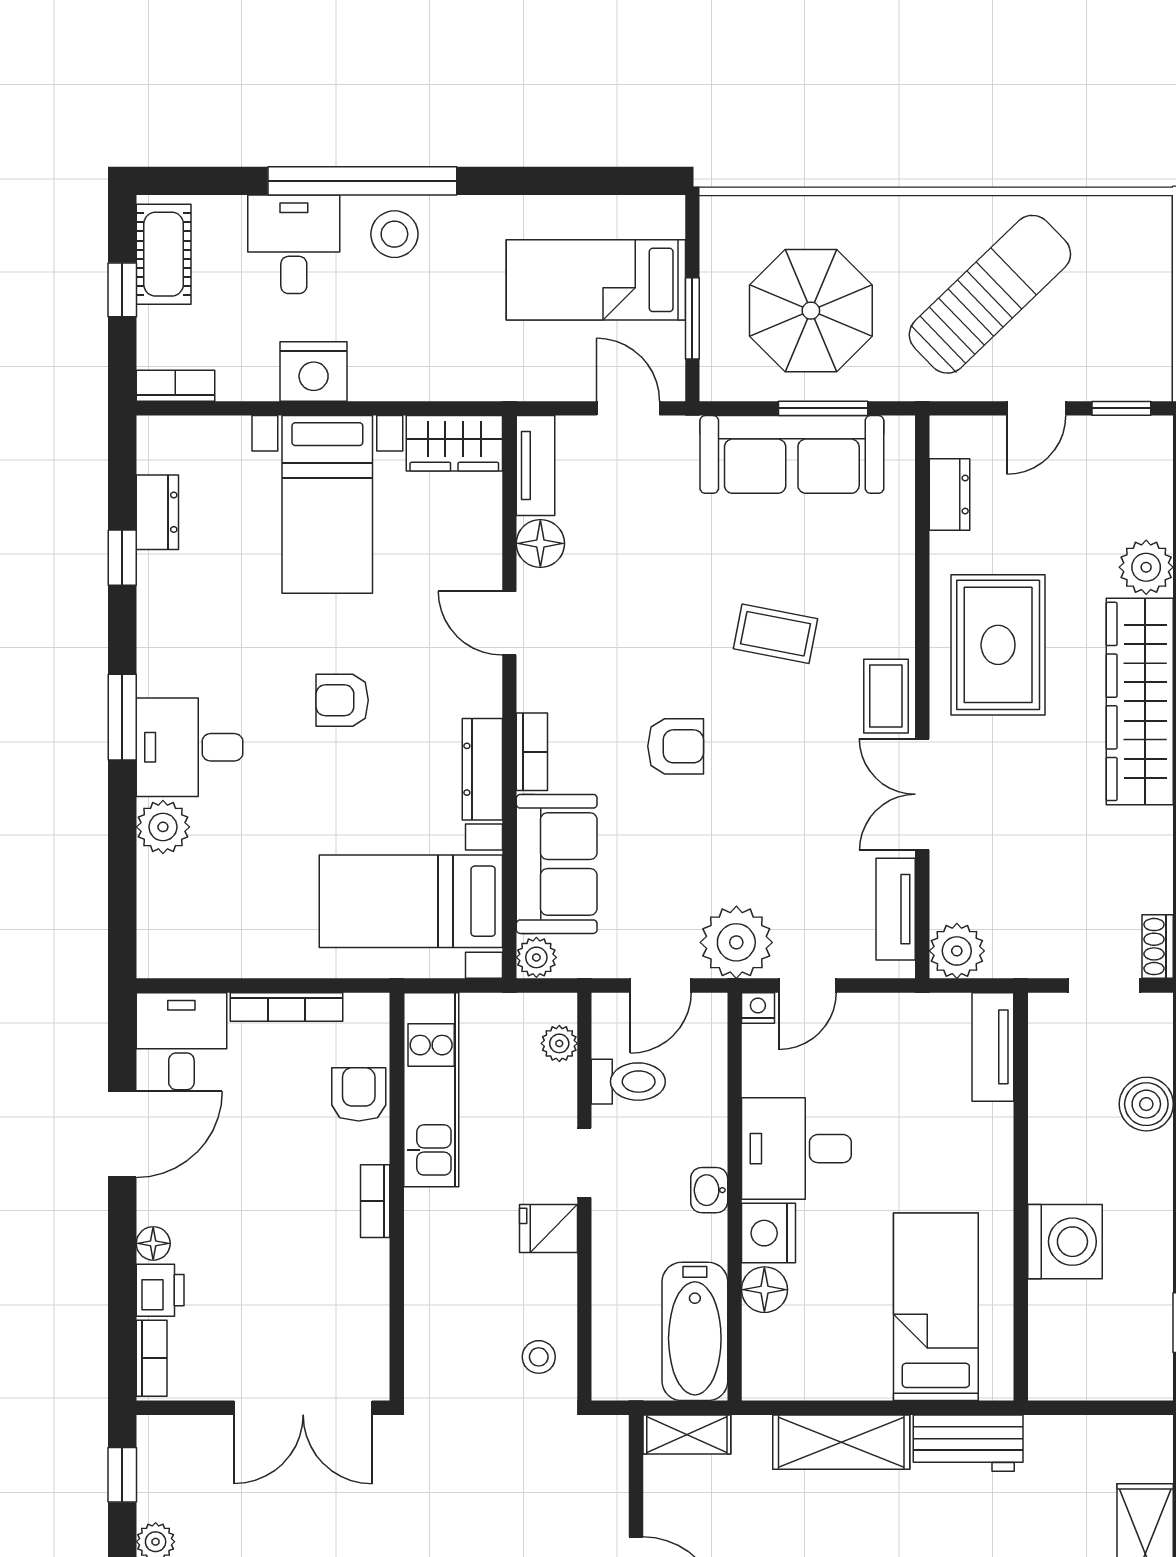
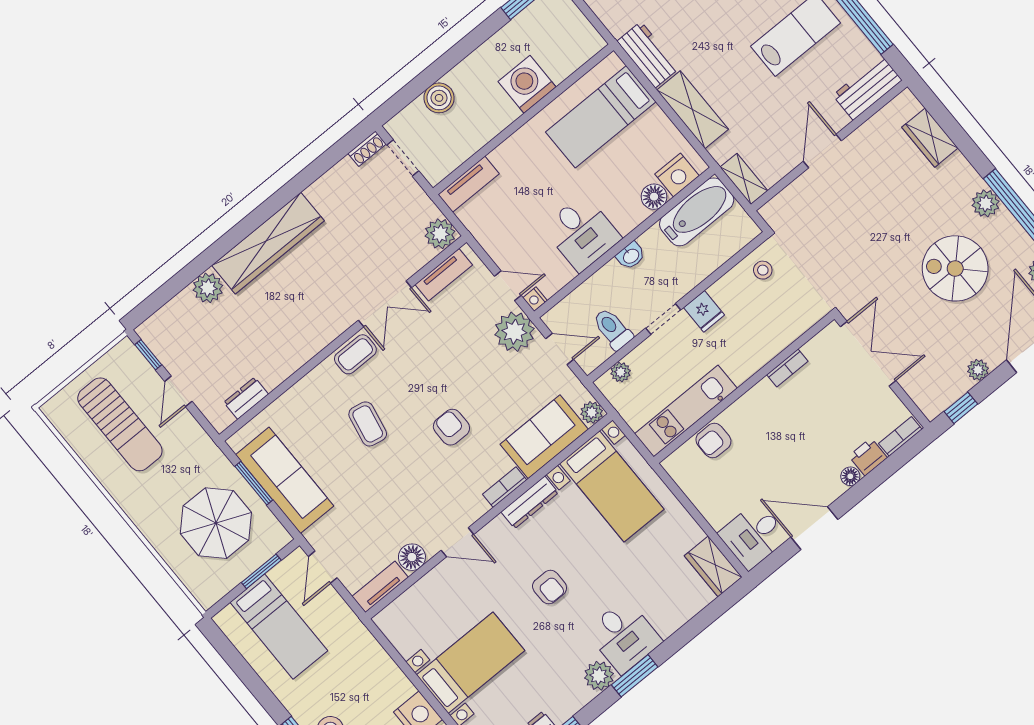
sun lounger: (990, 294) -> (120, 424), moved, turned -136
door: (1036, 408) -> (178, 391), swing flipped
wardrobe: (454, 443) -> (713, 566), moved, turned 180
door: (509, 623) -> (457, 542), hinge flipped
rug: (998, 645) -> (294, 324), removed
plant: (163, 827) -> (599, 676), moved
bookcase: (287, 1007) -> (701, 503), removed
bookcase: (375, 1201) -> (787, 368), moved
nightstand: (768, 1233) -> (677, 175), moved

